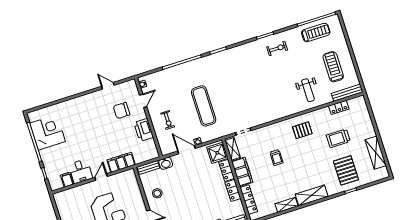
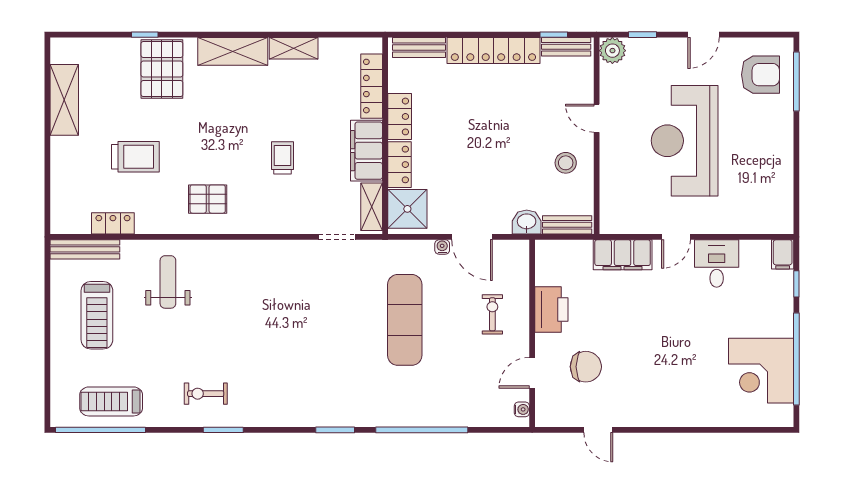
pallet: (346, 170) -> (162, 69), moved
filing cabinet: (67, 180) -> (783, 254), moved

